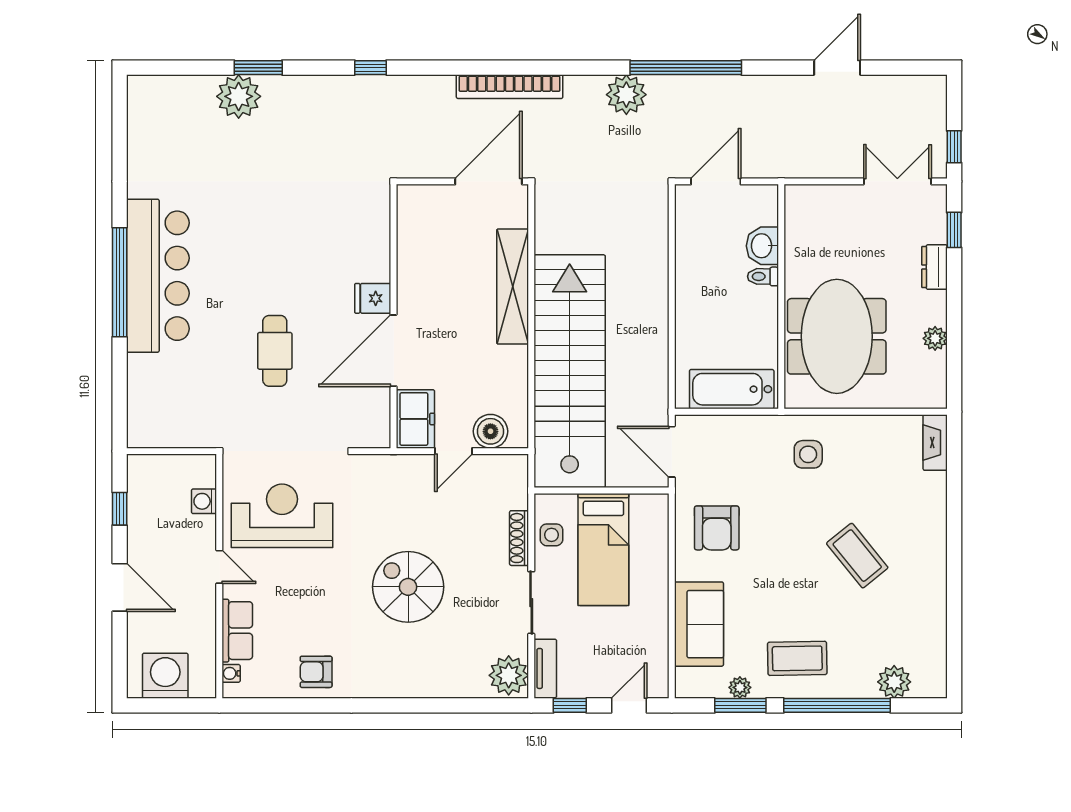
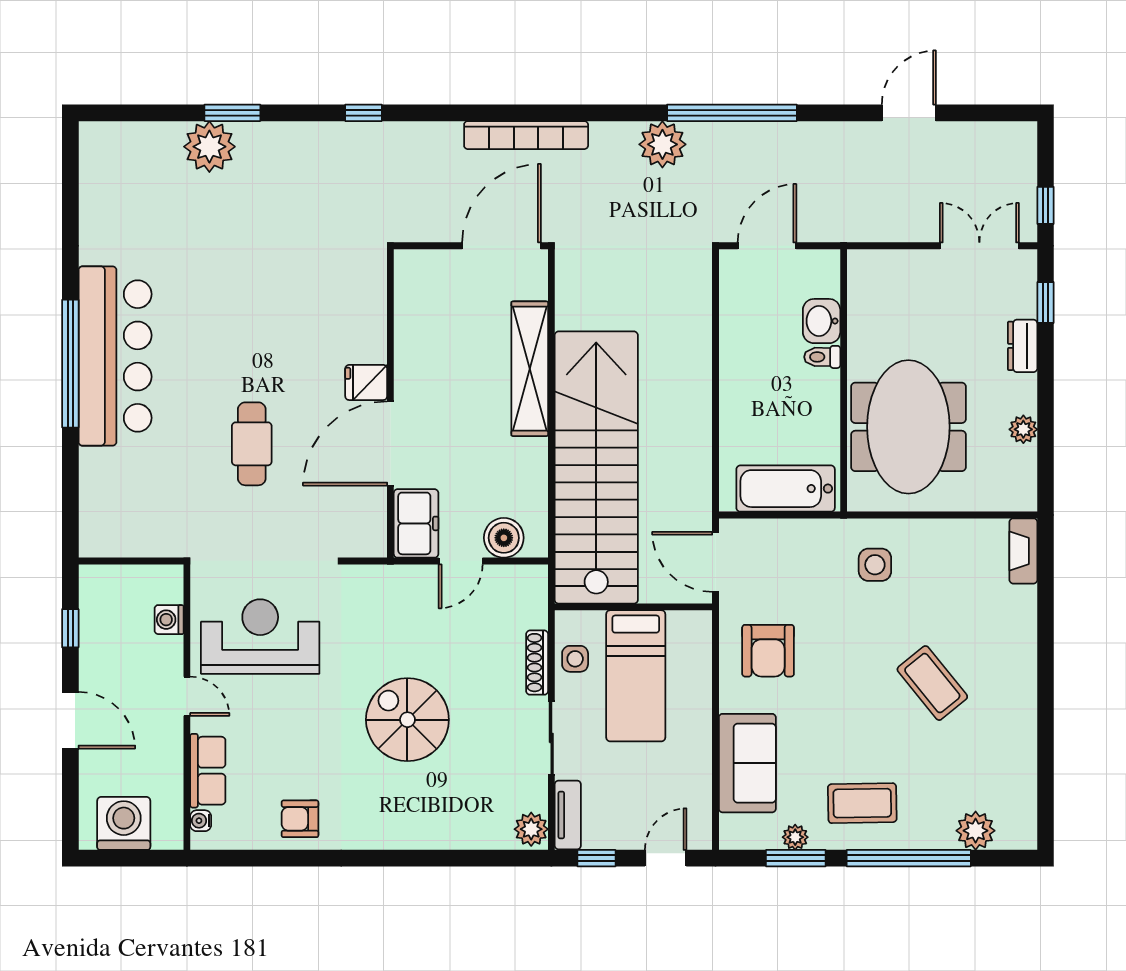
plant: (509, 675) -> (531, 829), width x0.73, depth x0.73

